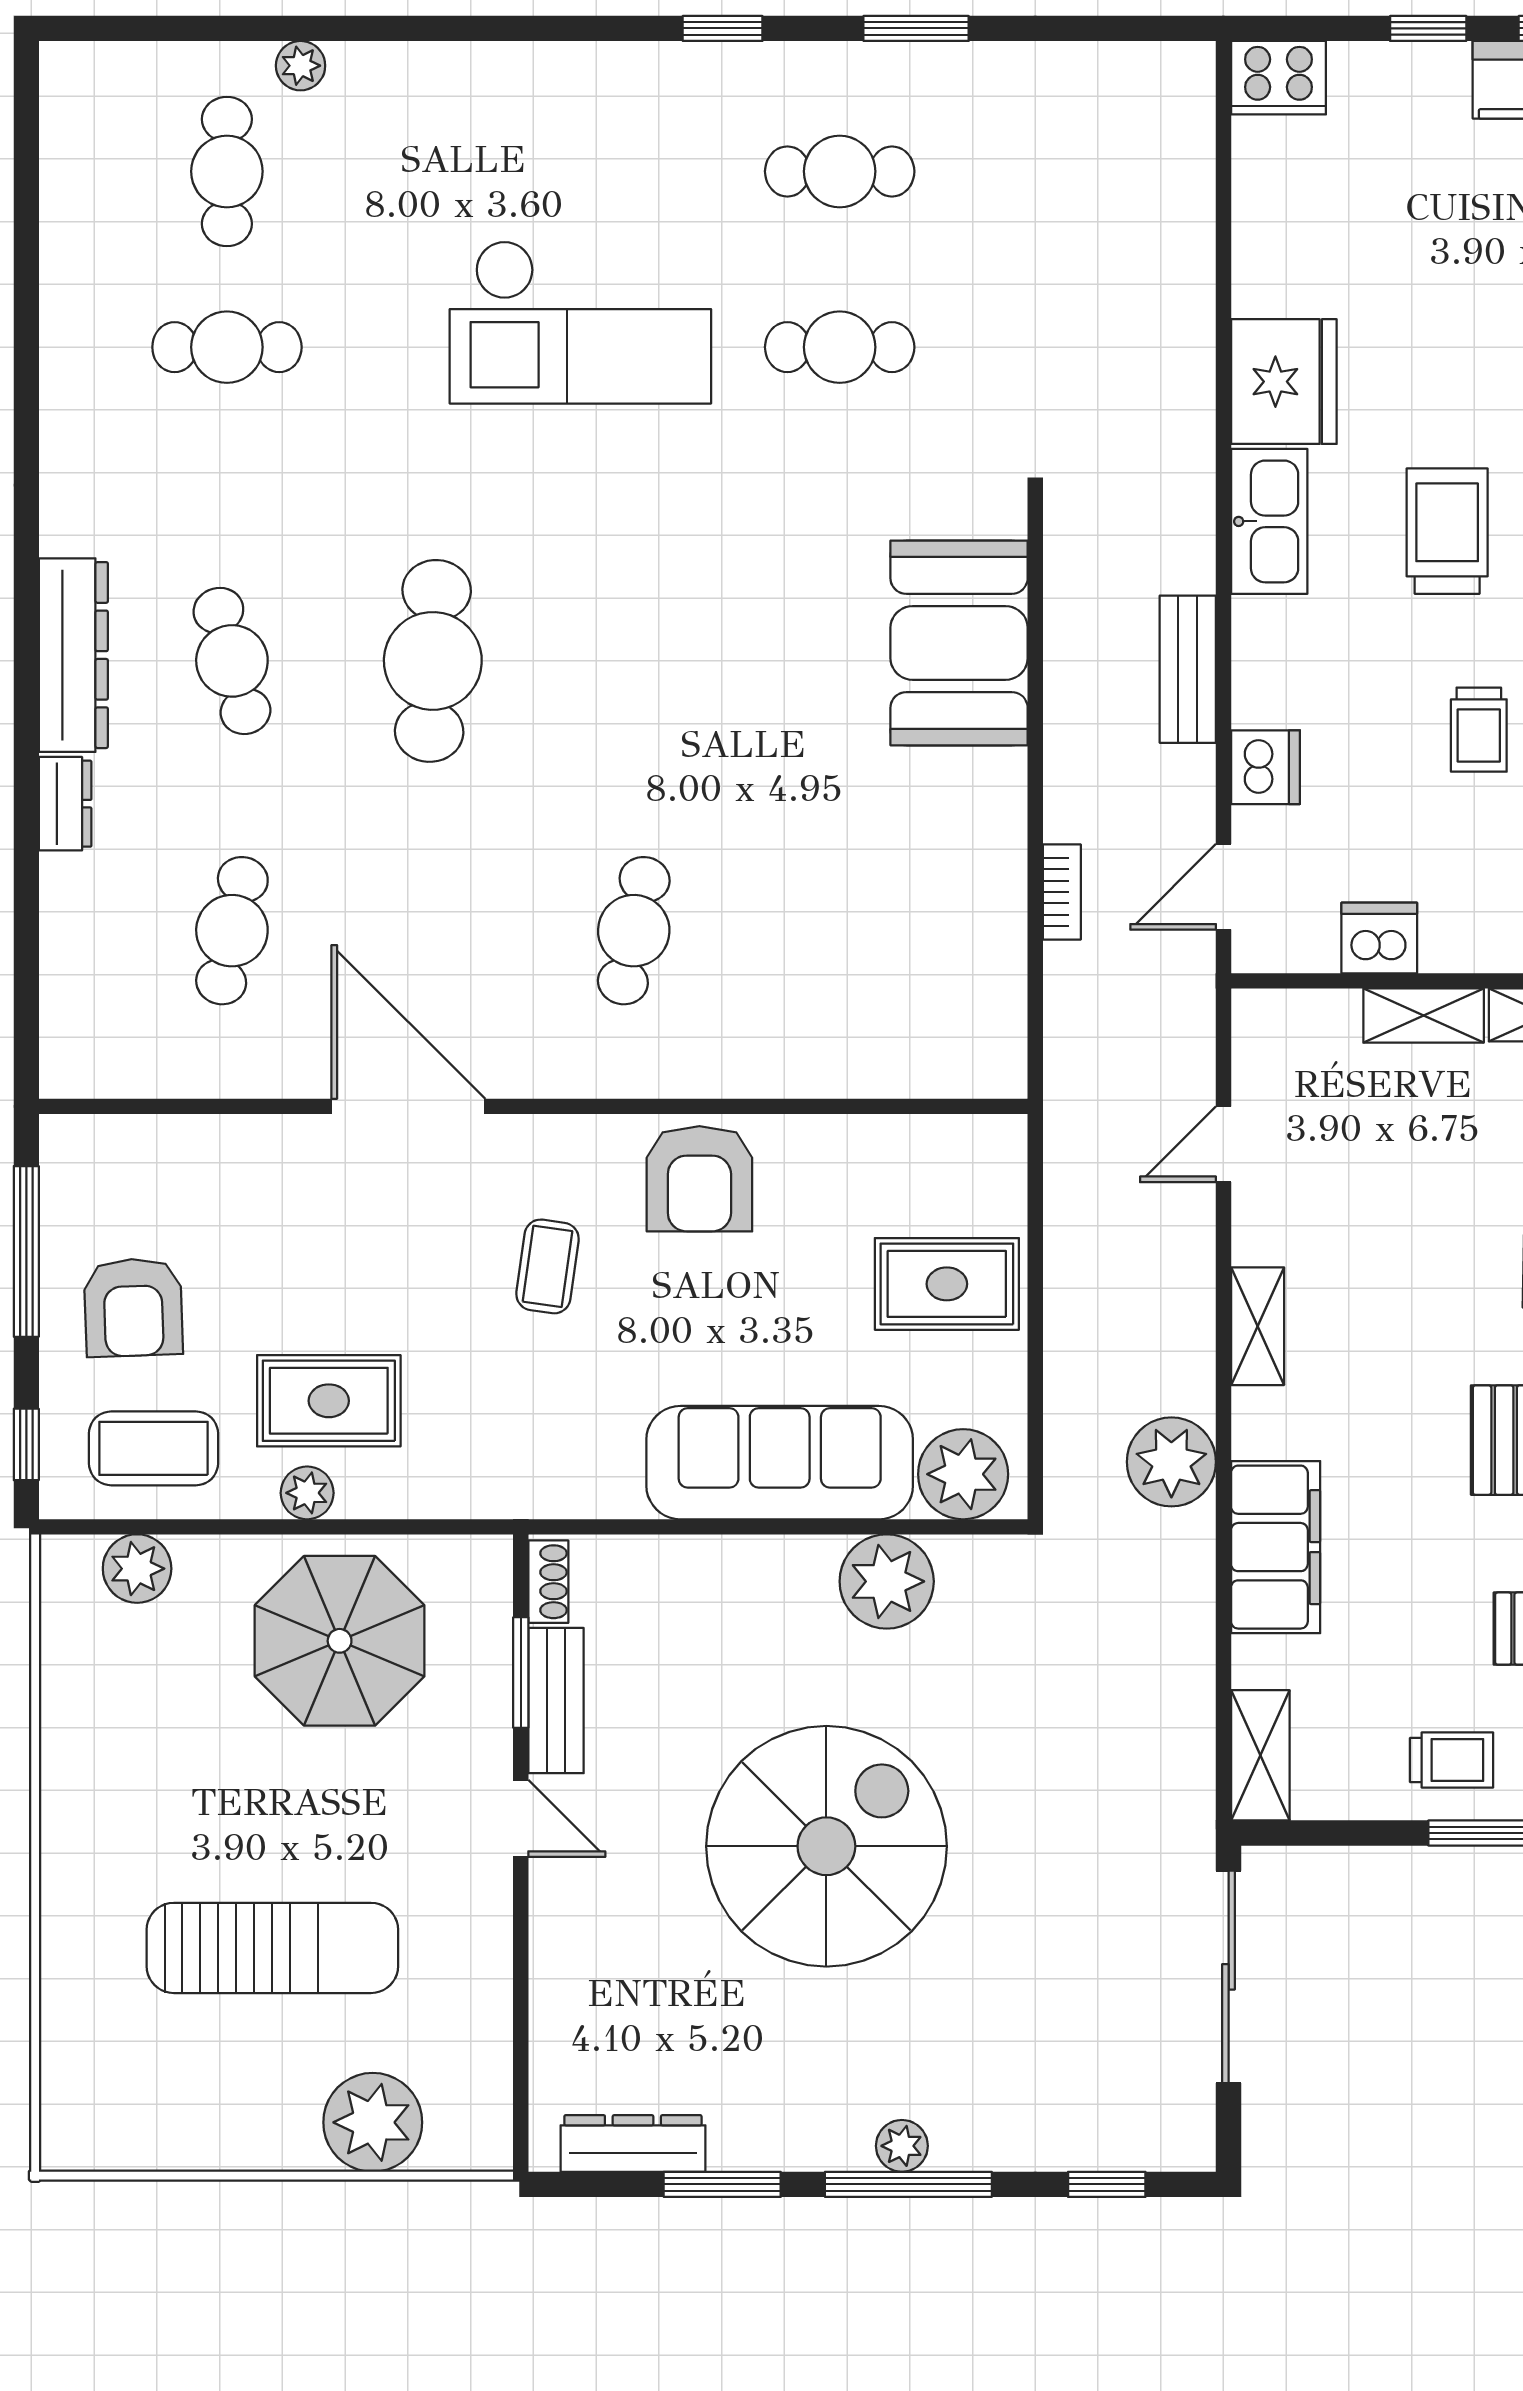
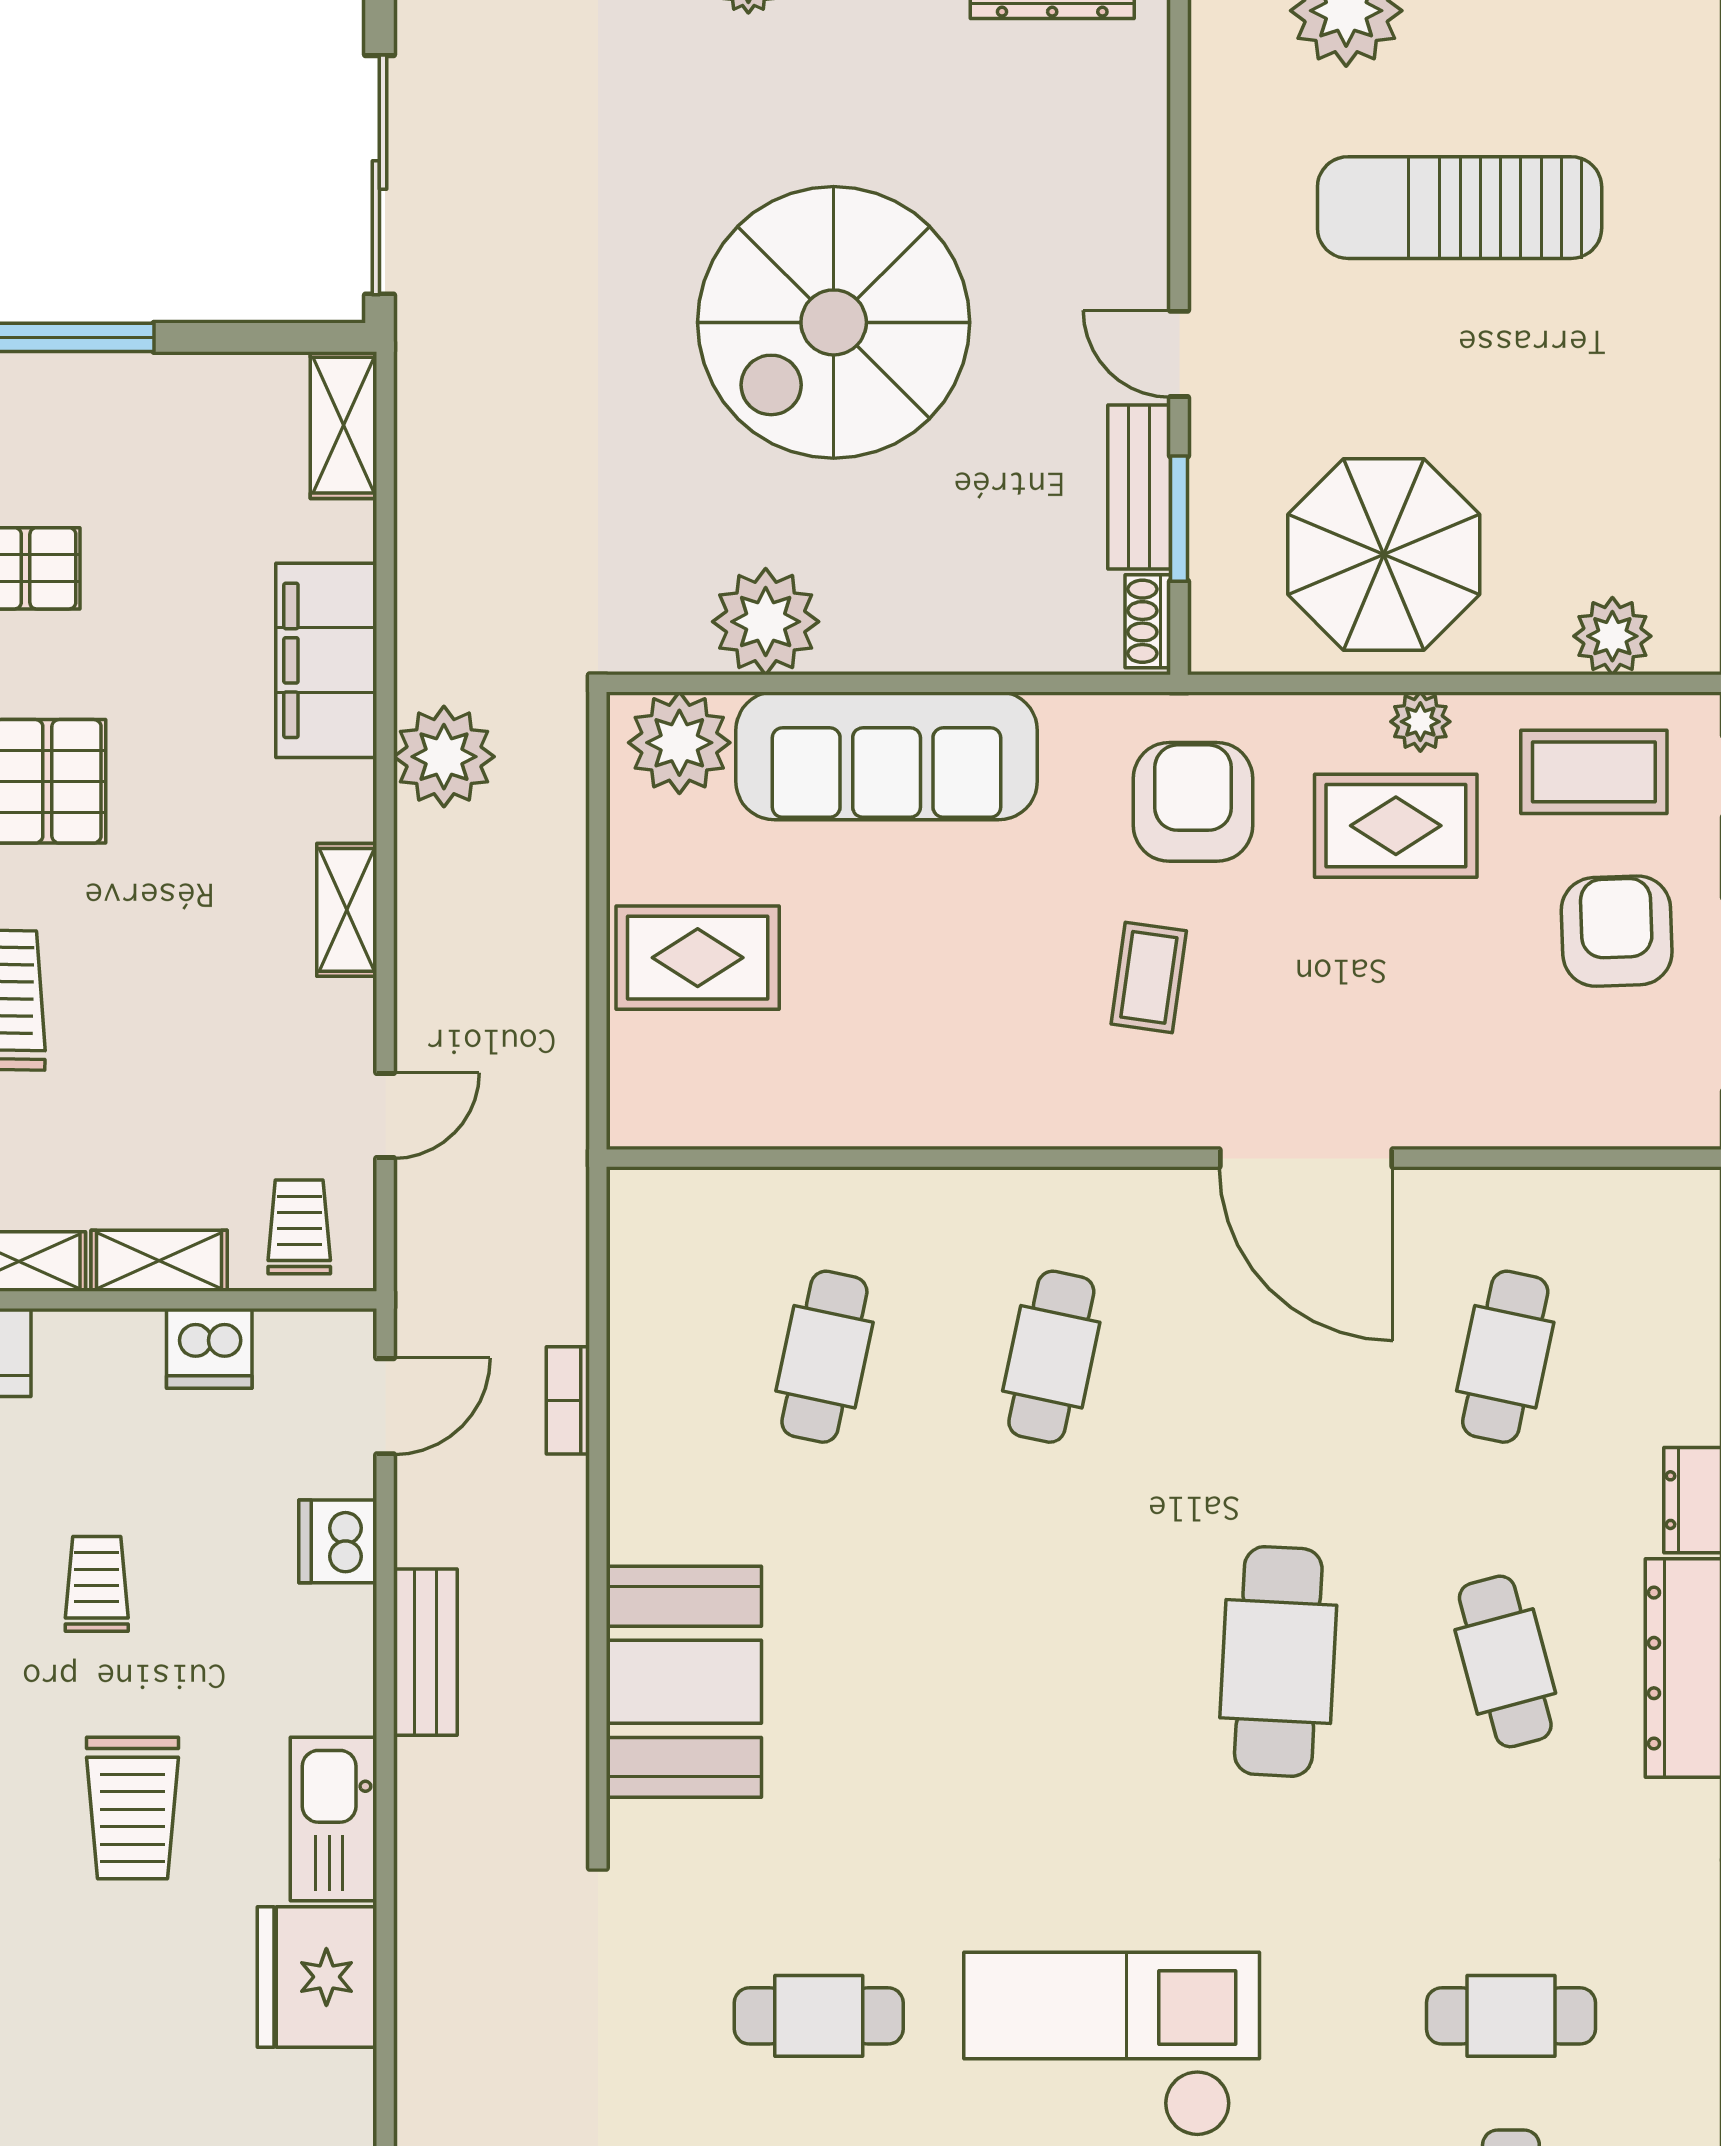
cafe table: (835, 931) -> (824, 1357), added
armchair: (699, 1179) -> (1193, 802), moved
trolley: (1452, 1760) -> (299, 1227), moved, turned 90

